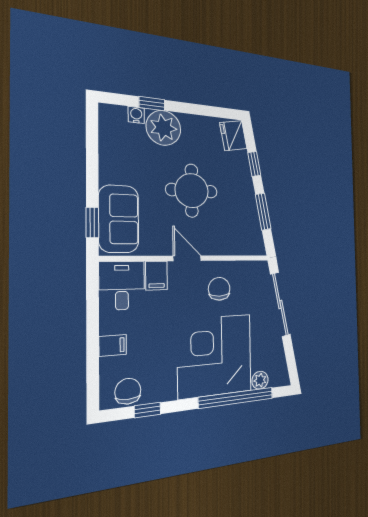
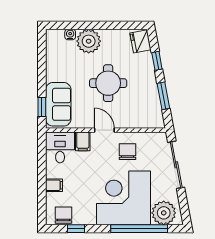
window: (152, 104) -> (81, 25), removed
plant: (260, 380) -> (164, 213), width x1.88, depth x1.88

